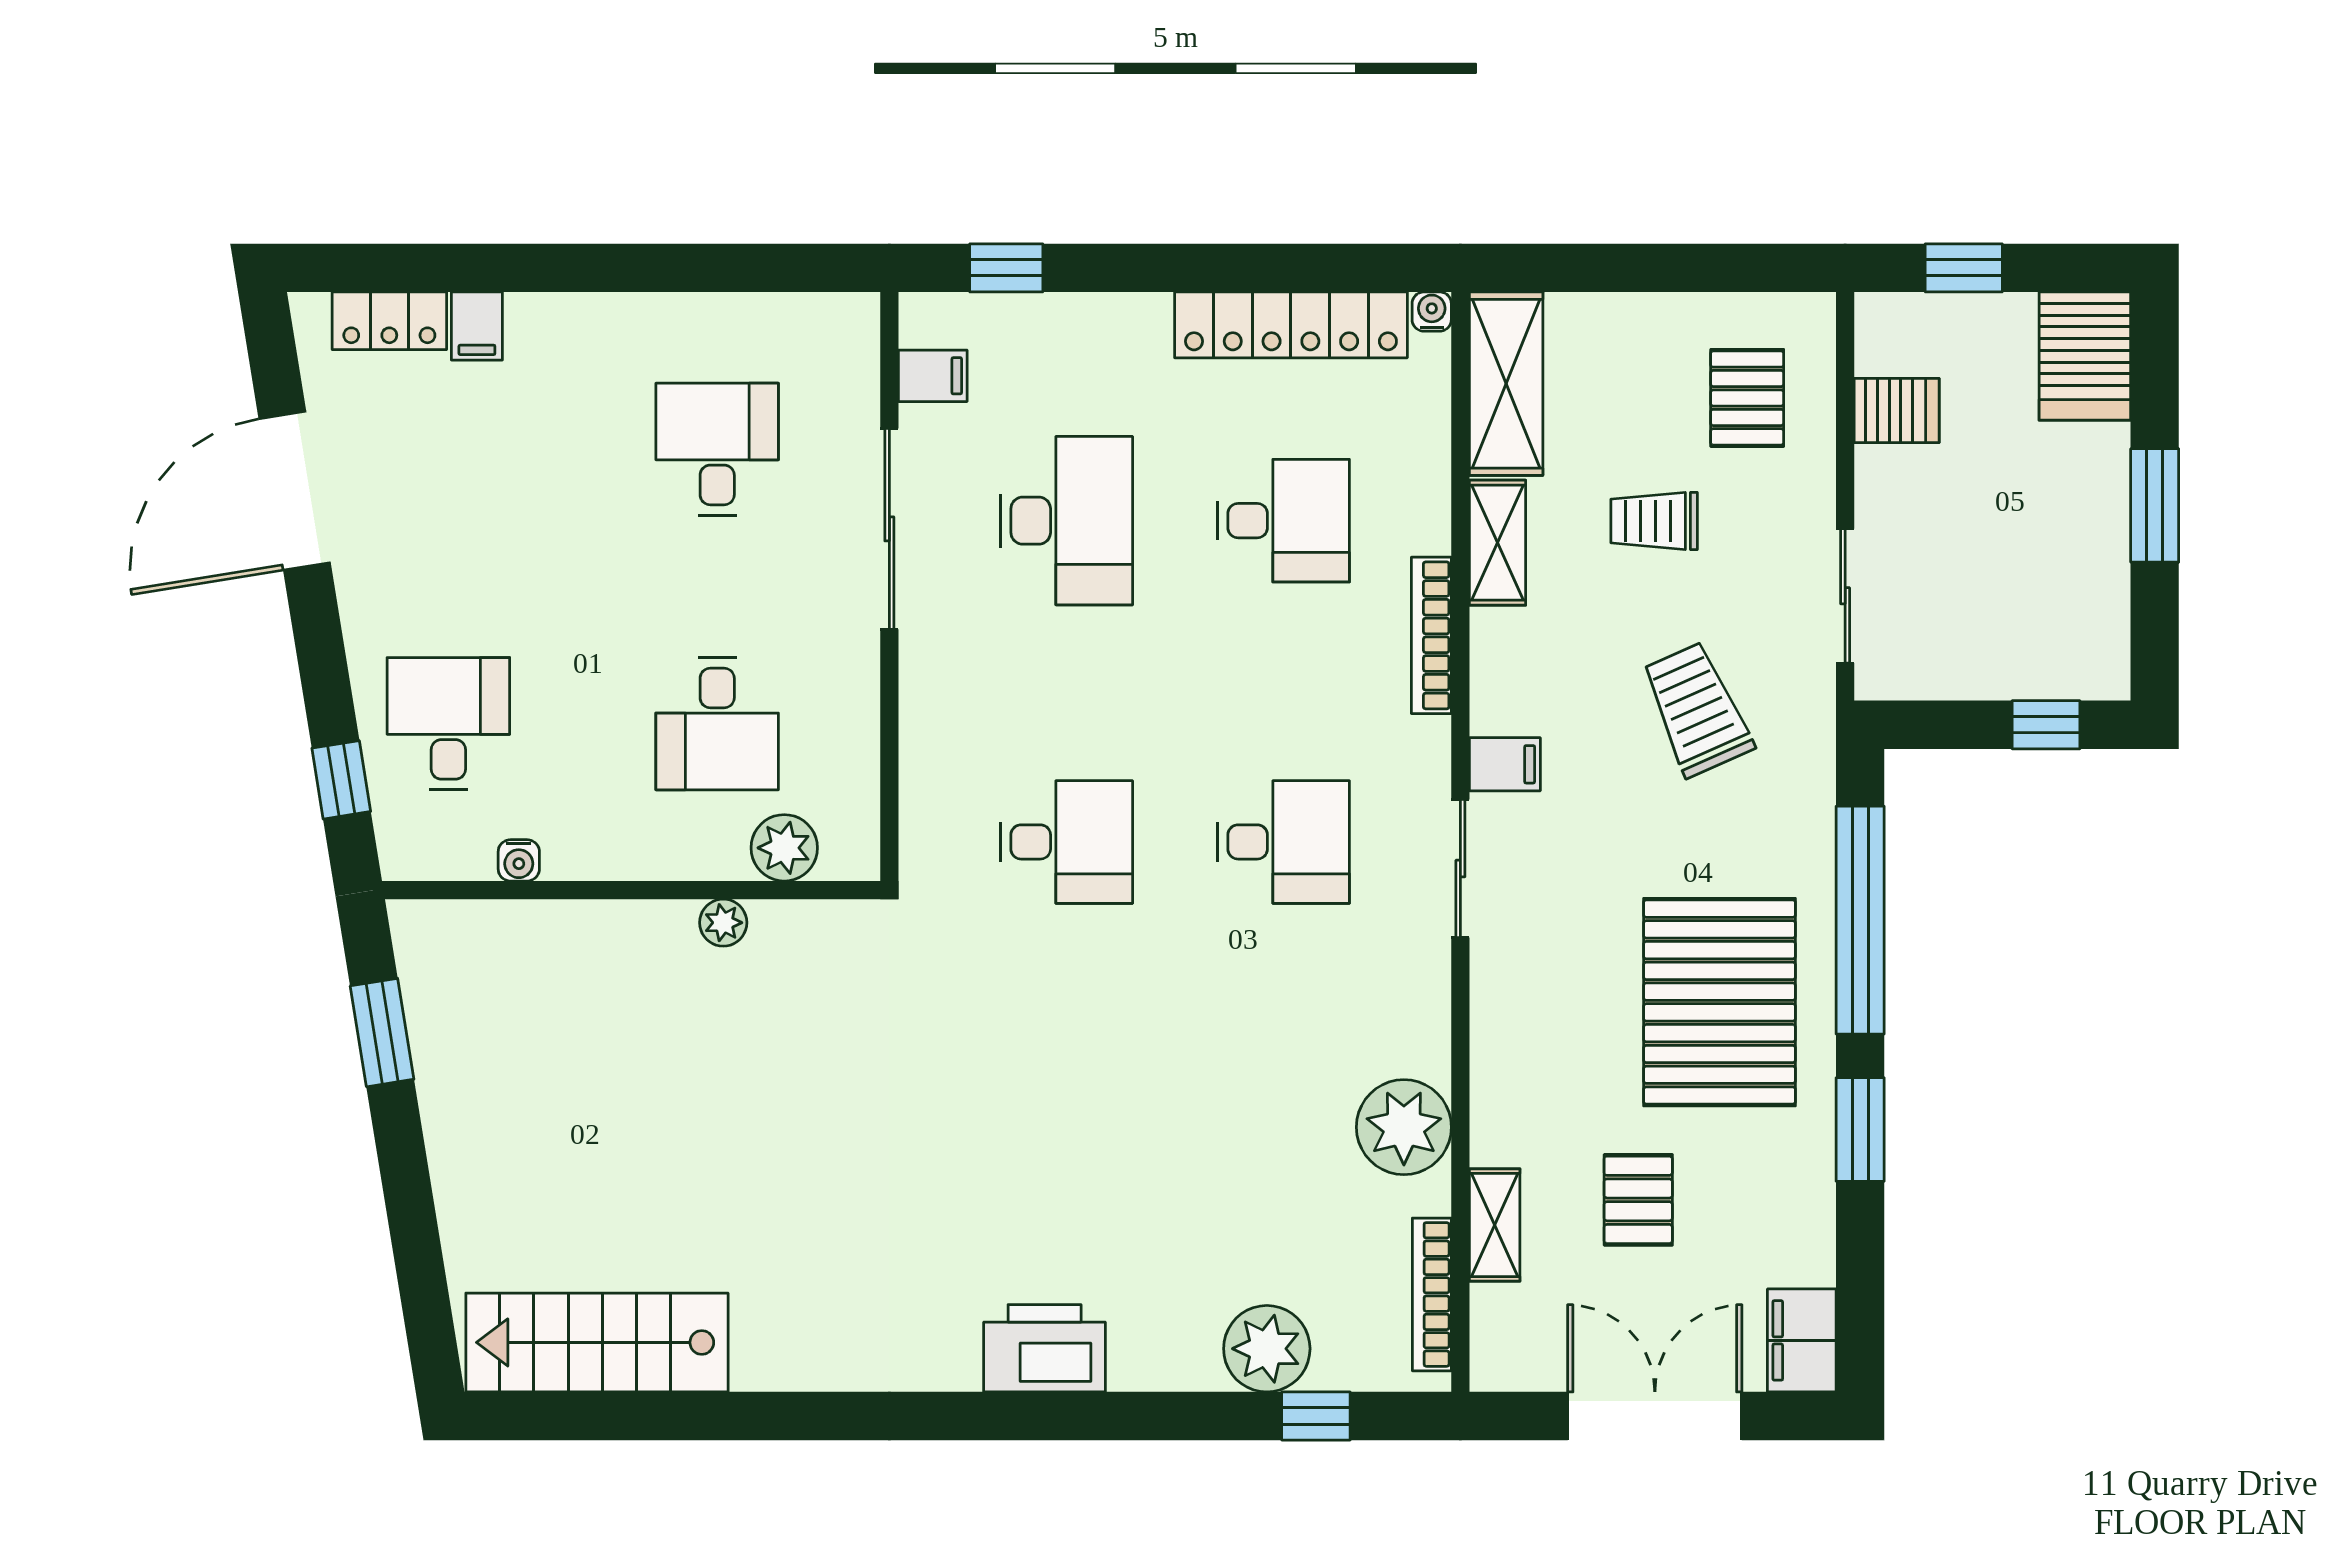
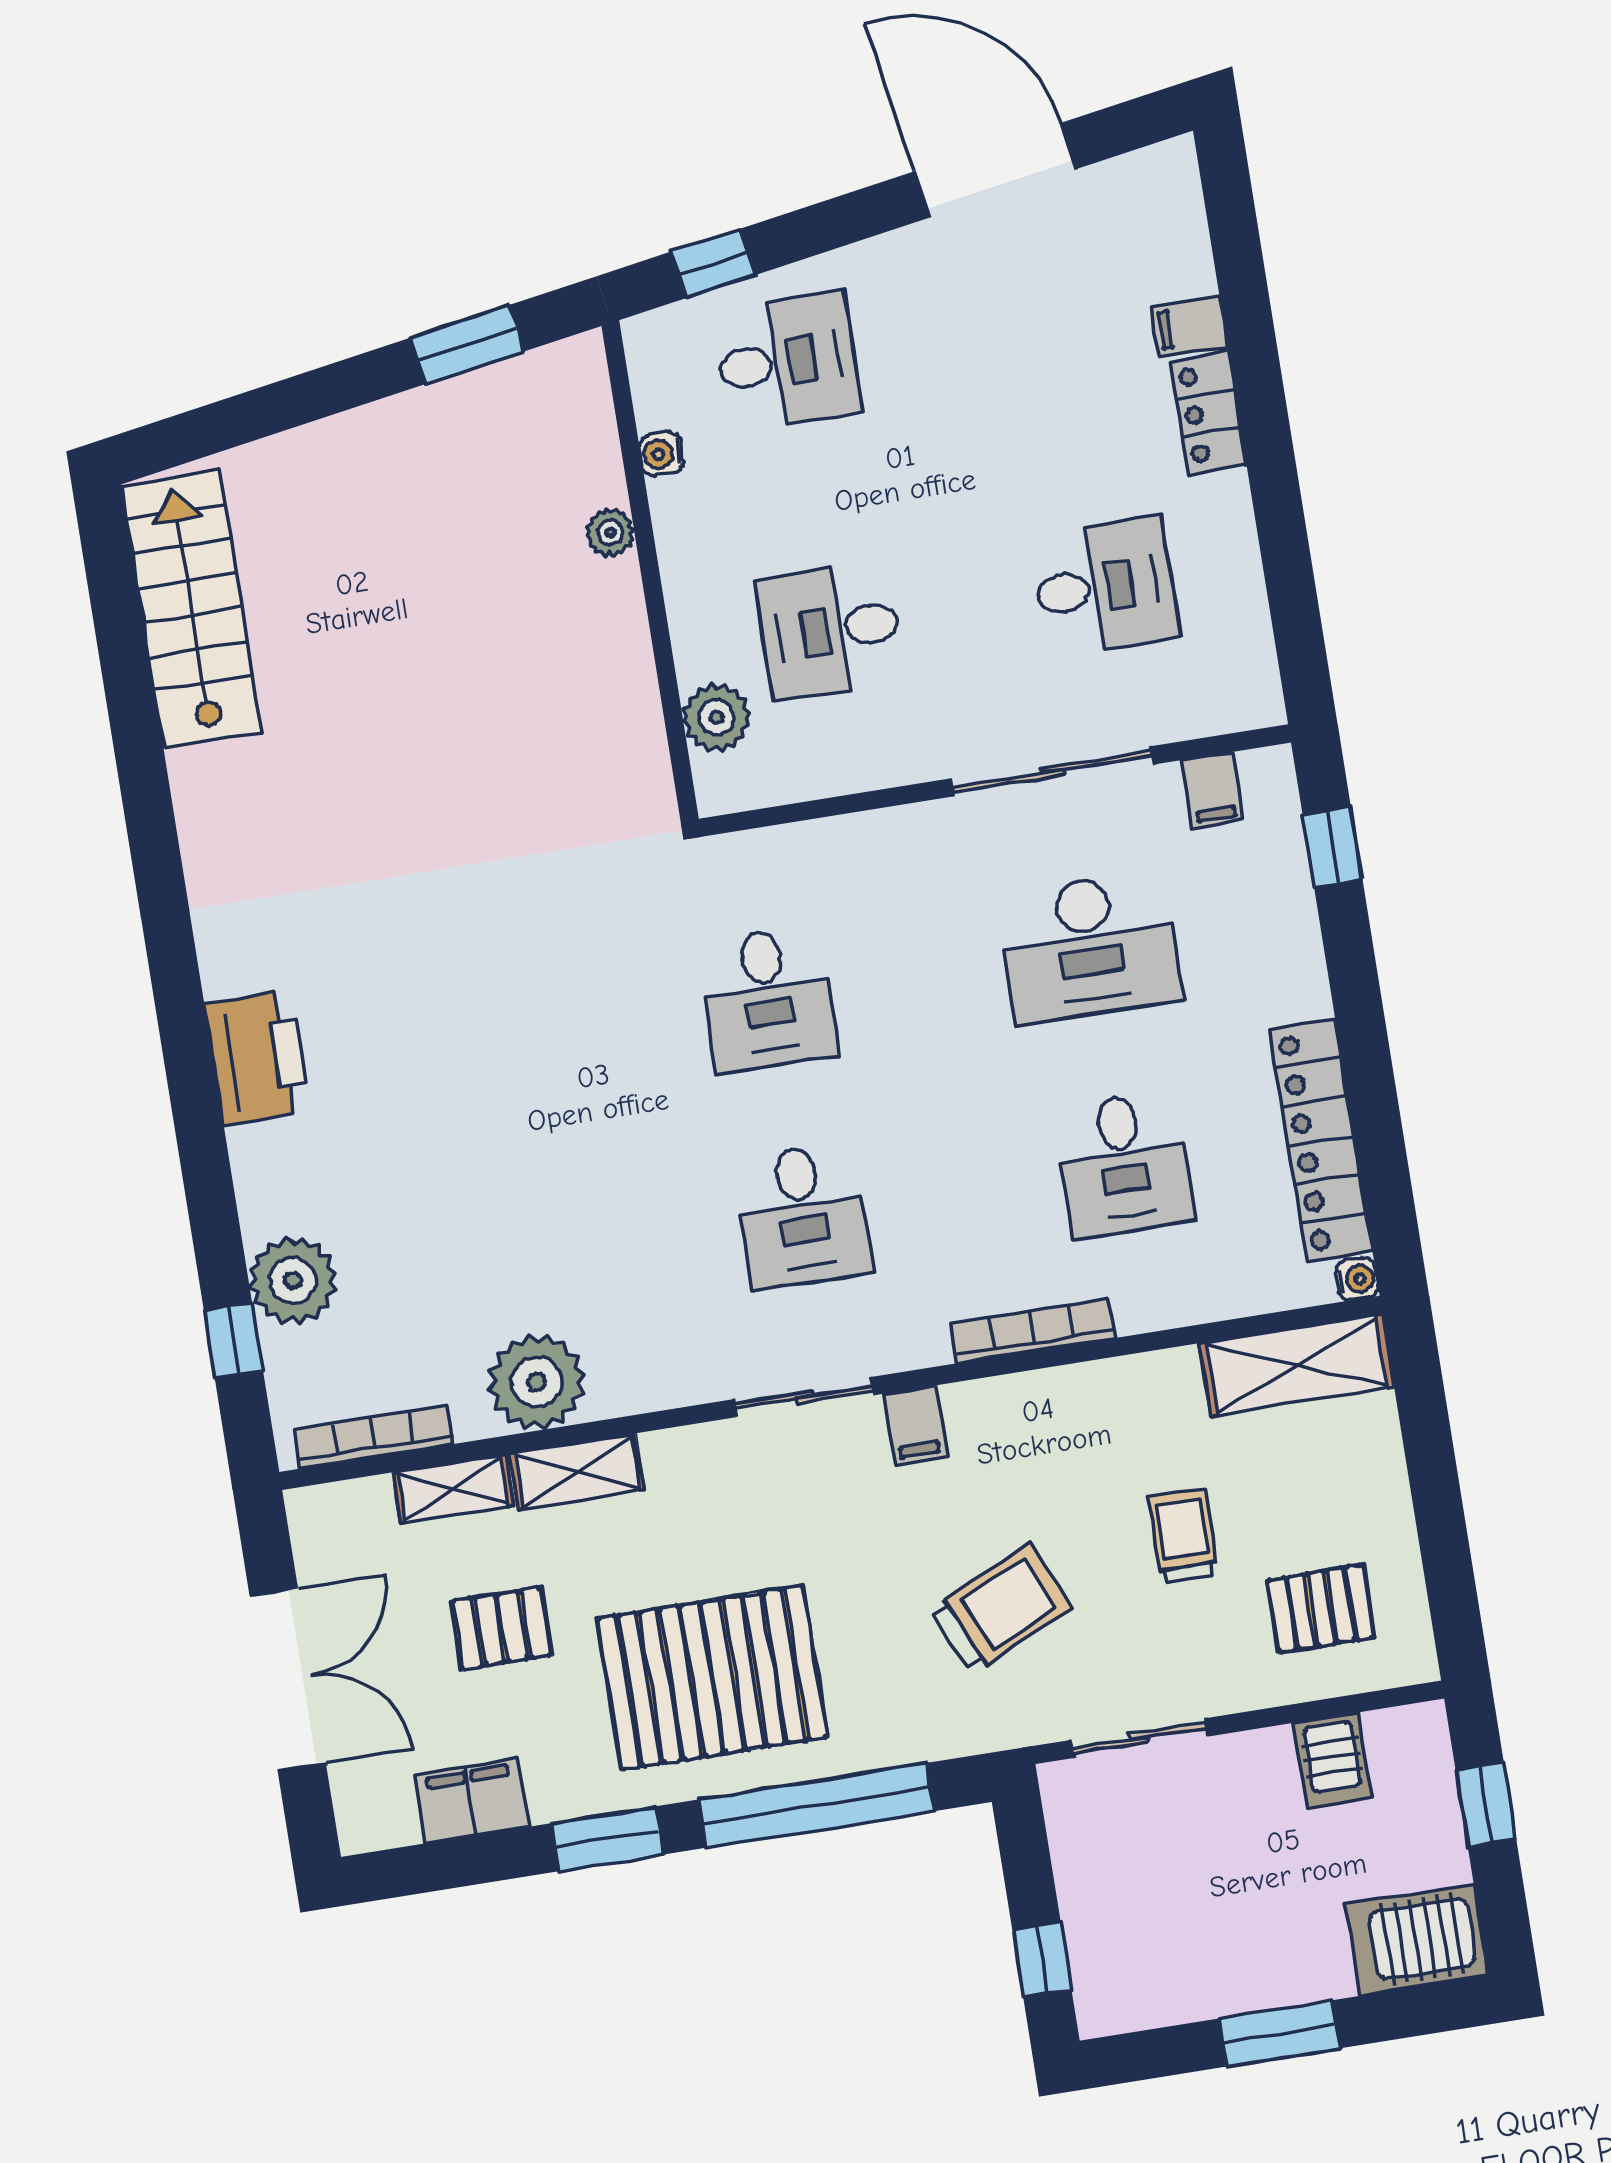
locker: (389, 321) -> (1209, 413), moved
shelving: (1498, 543) -> (577, 1472), moved
plant: (723, 923) -> (610, 532), moved
filing cabinet: (1802, 1340) -> (472, 1801), moved

